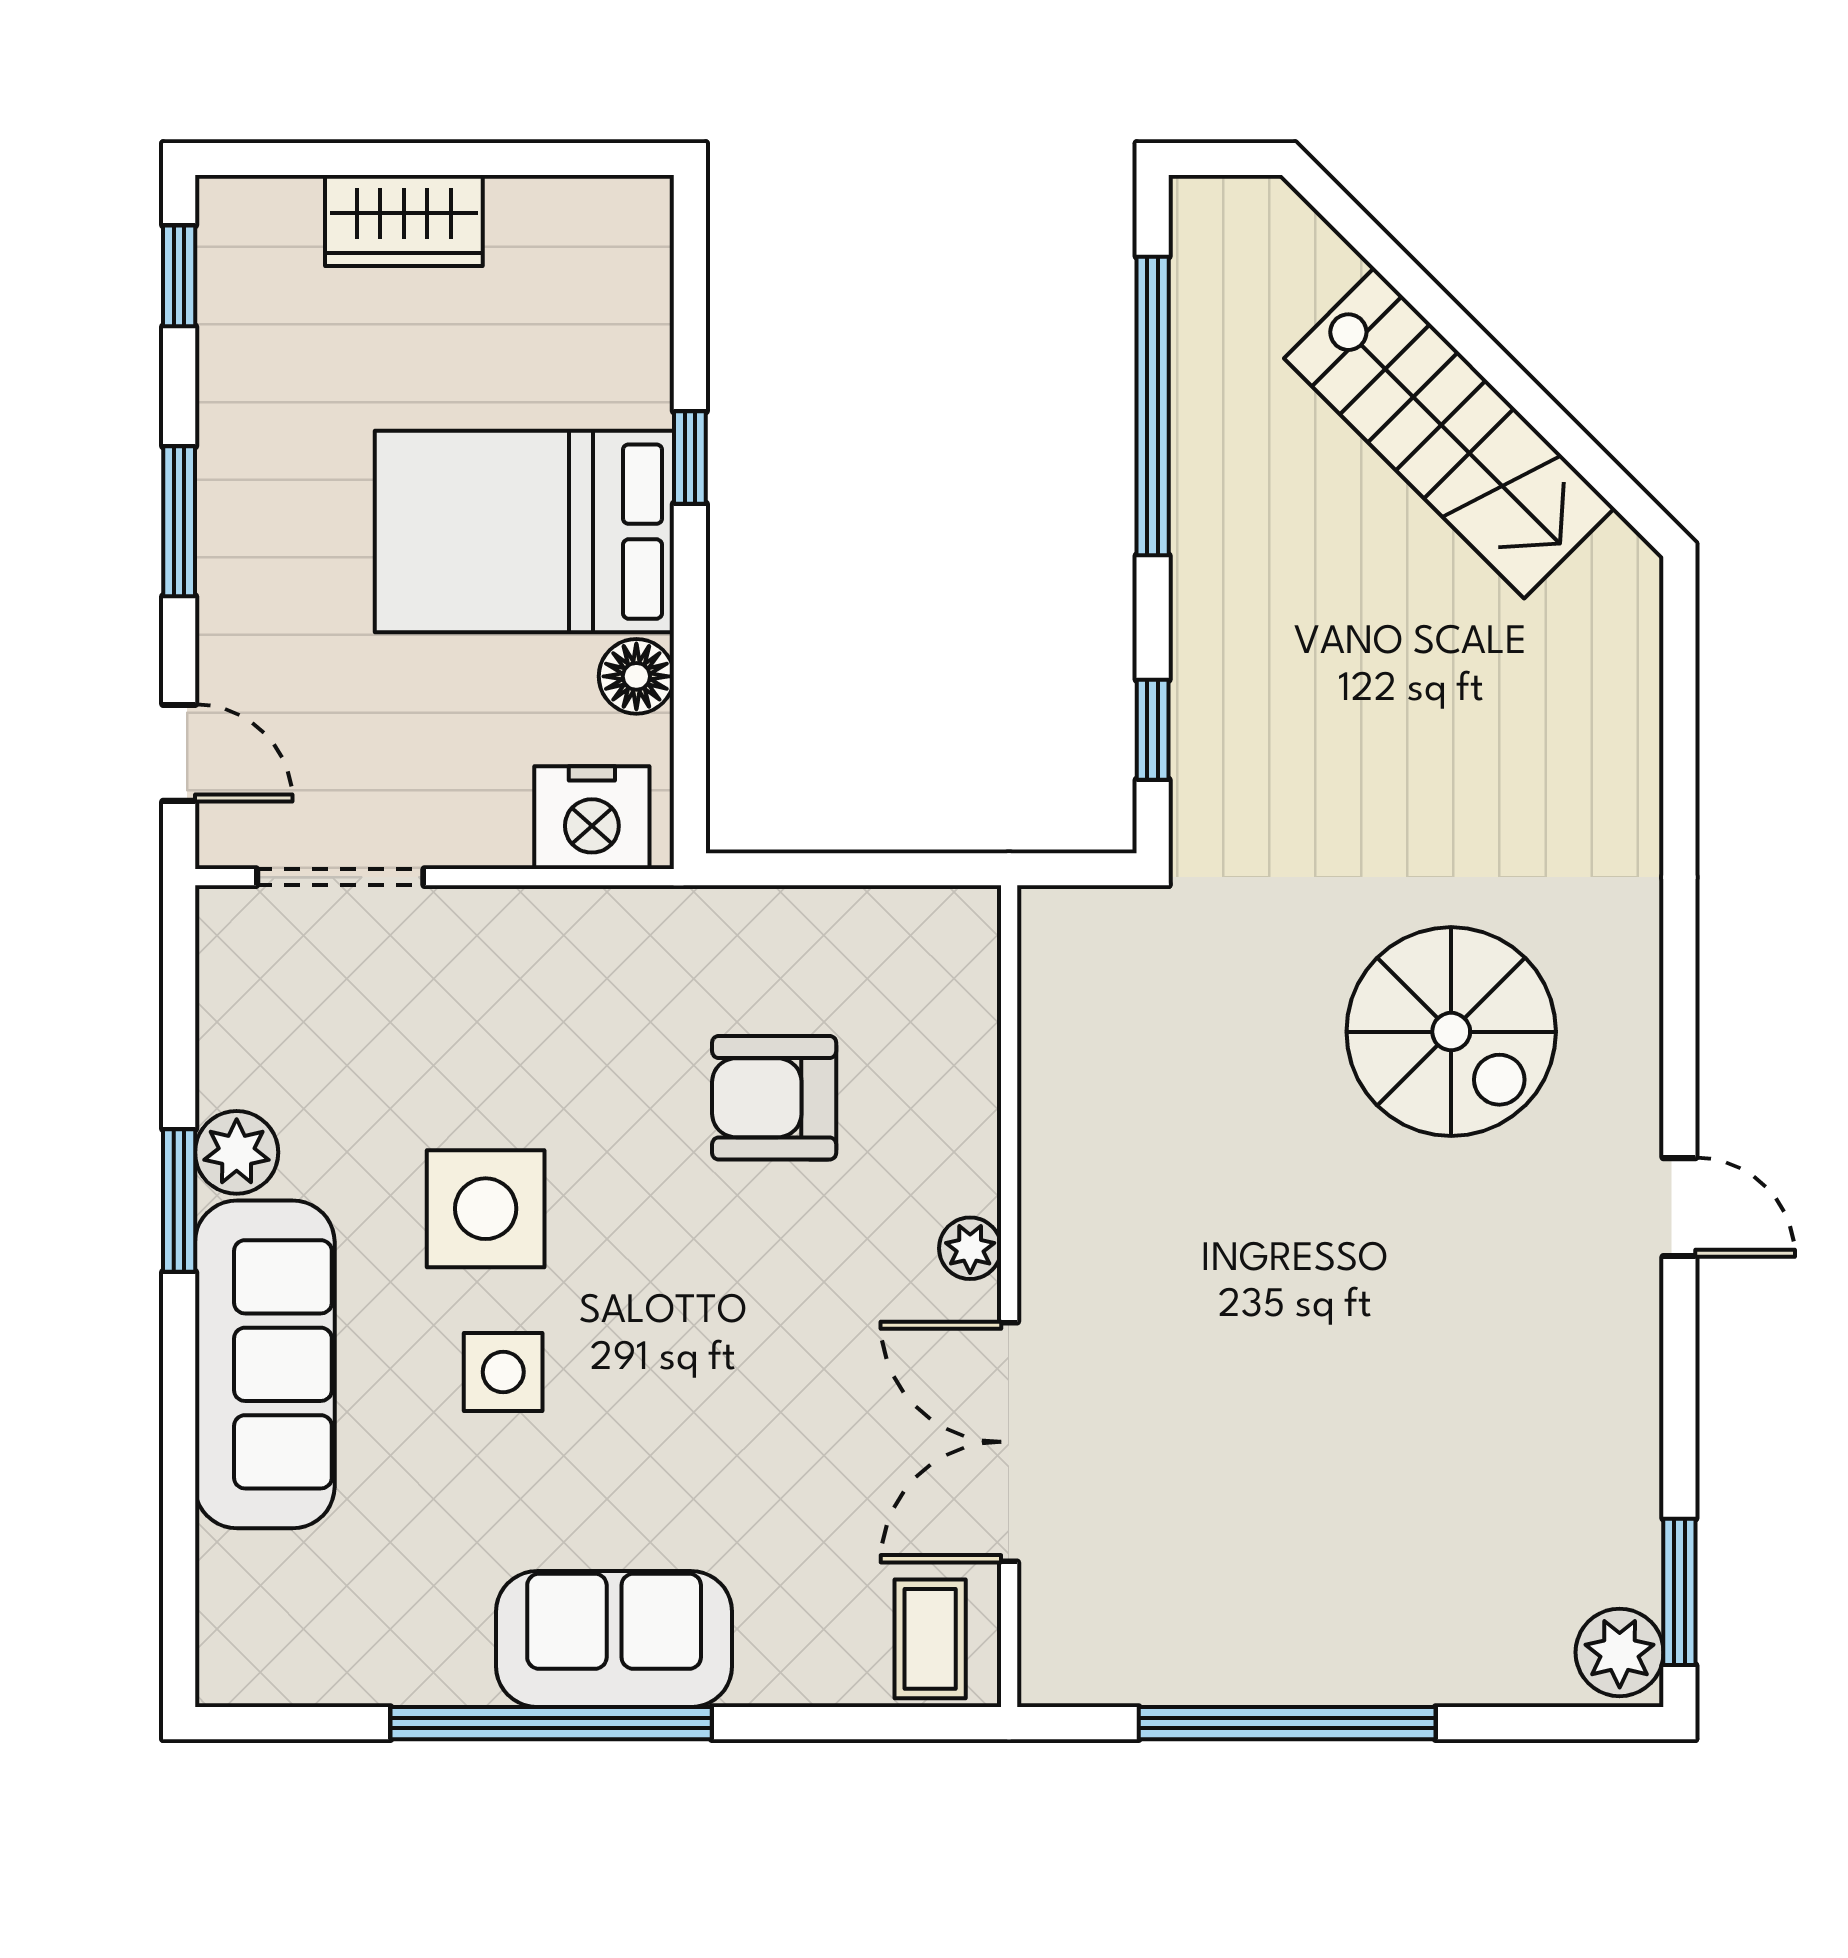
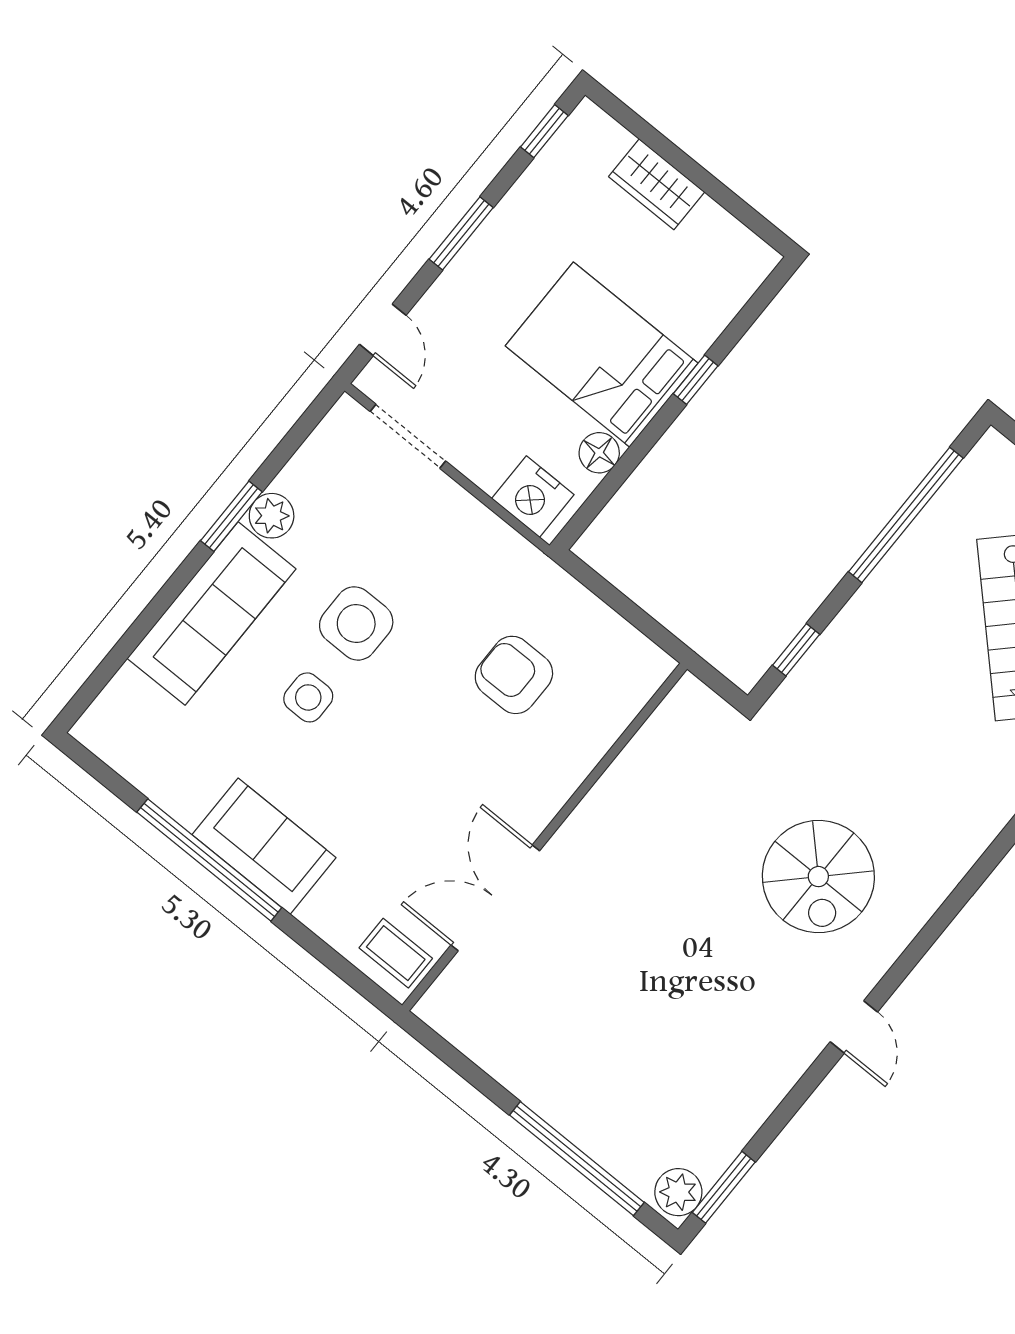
plant: (970, 1248) -> (545, 804), removed
coffee table: (930, 1639) -> (396, 953), turned 90
window: (1287, 1723) -> (577, 1159), moved

